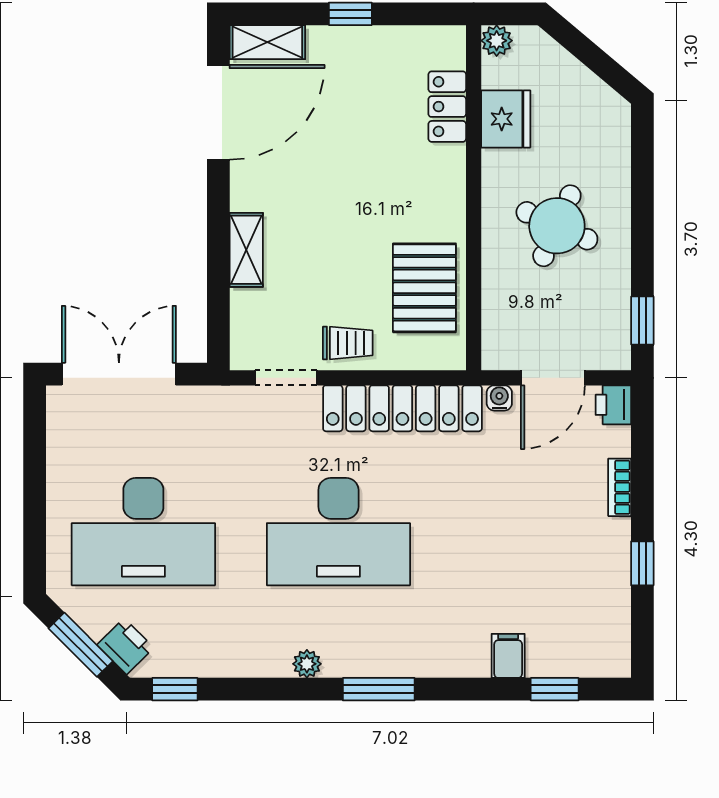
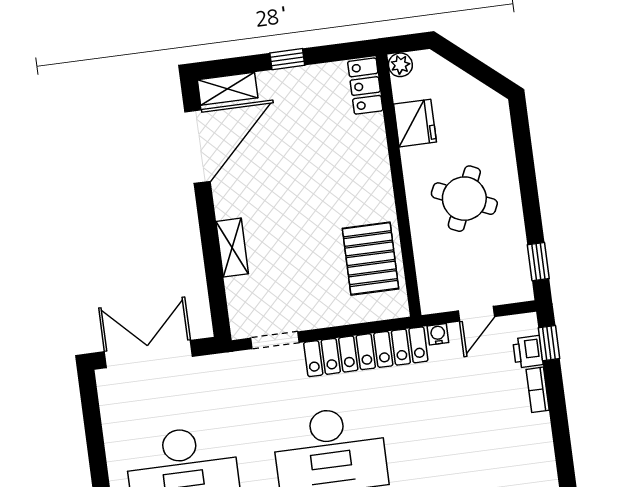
locker: (447, 107) -> (365, 86), moved
trolley: (348, 343) -> (318, 308), removed
door: (553, 378) -> (476, 314), width x0.73
printer: (613, 405) -> (528, 352), moved
window: (642, 563) -> (549, 343), moved

